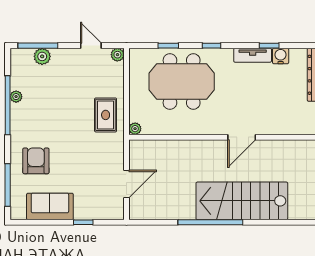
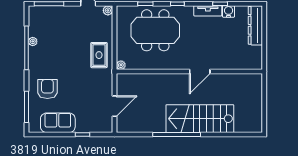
plant: (42, 56) -> (52, 12), removed

